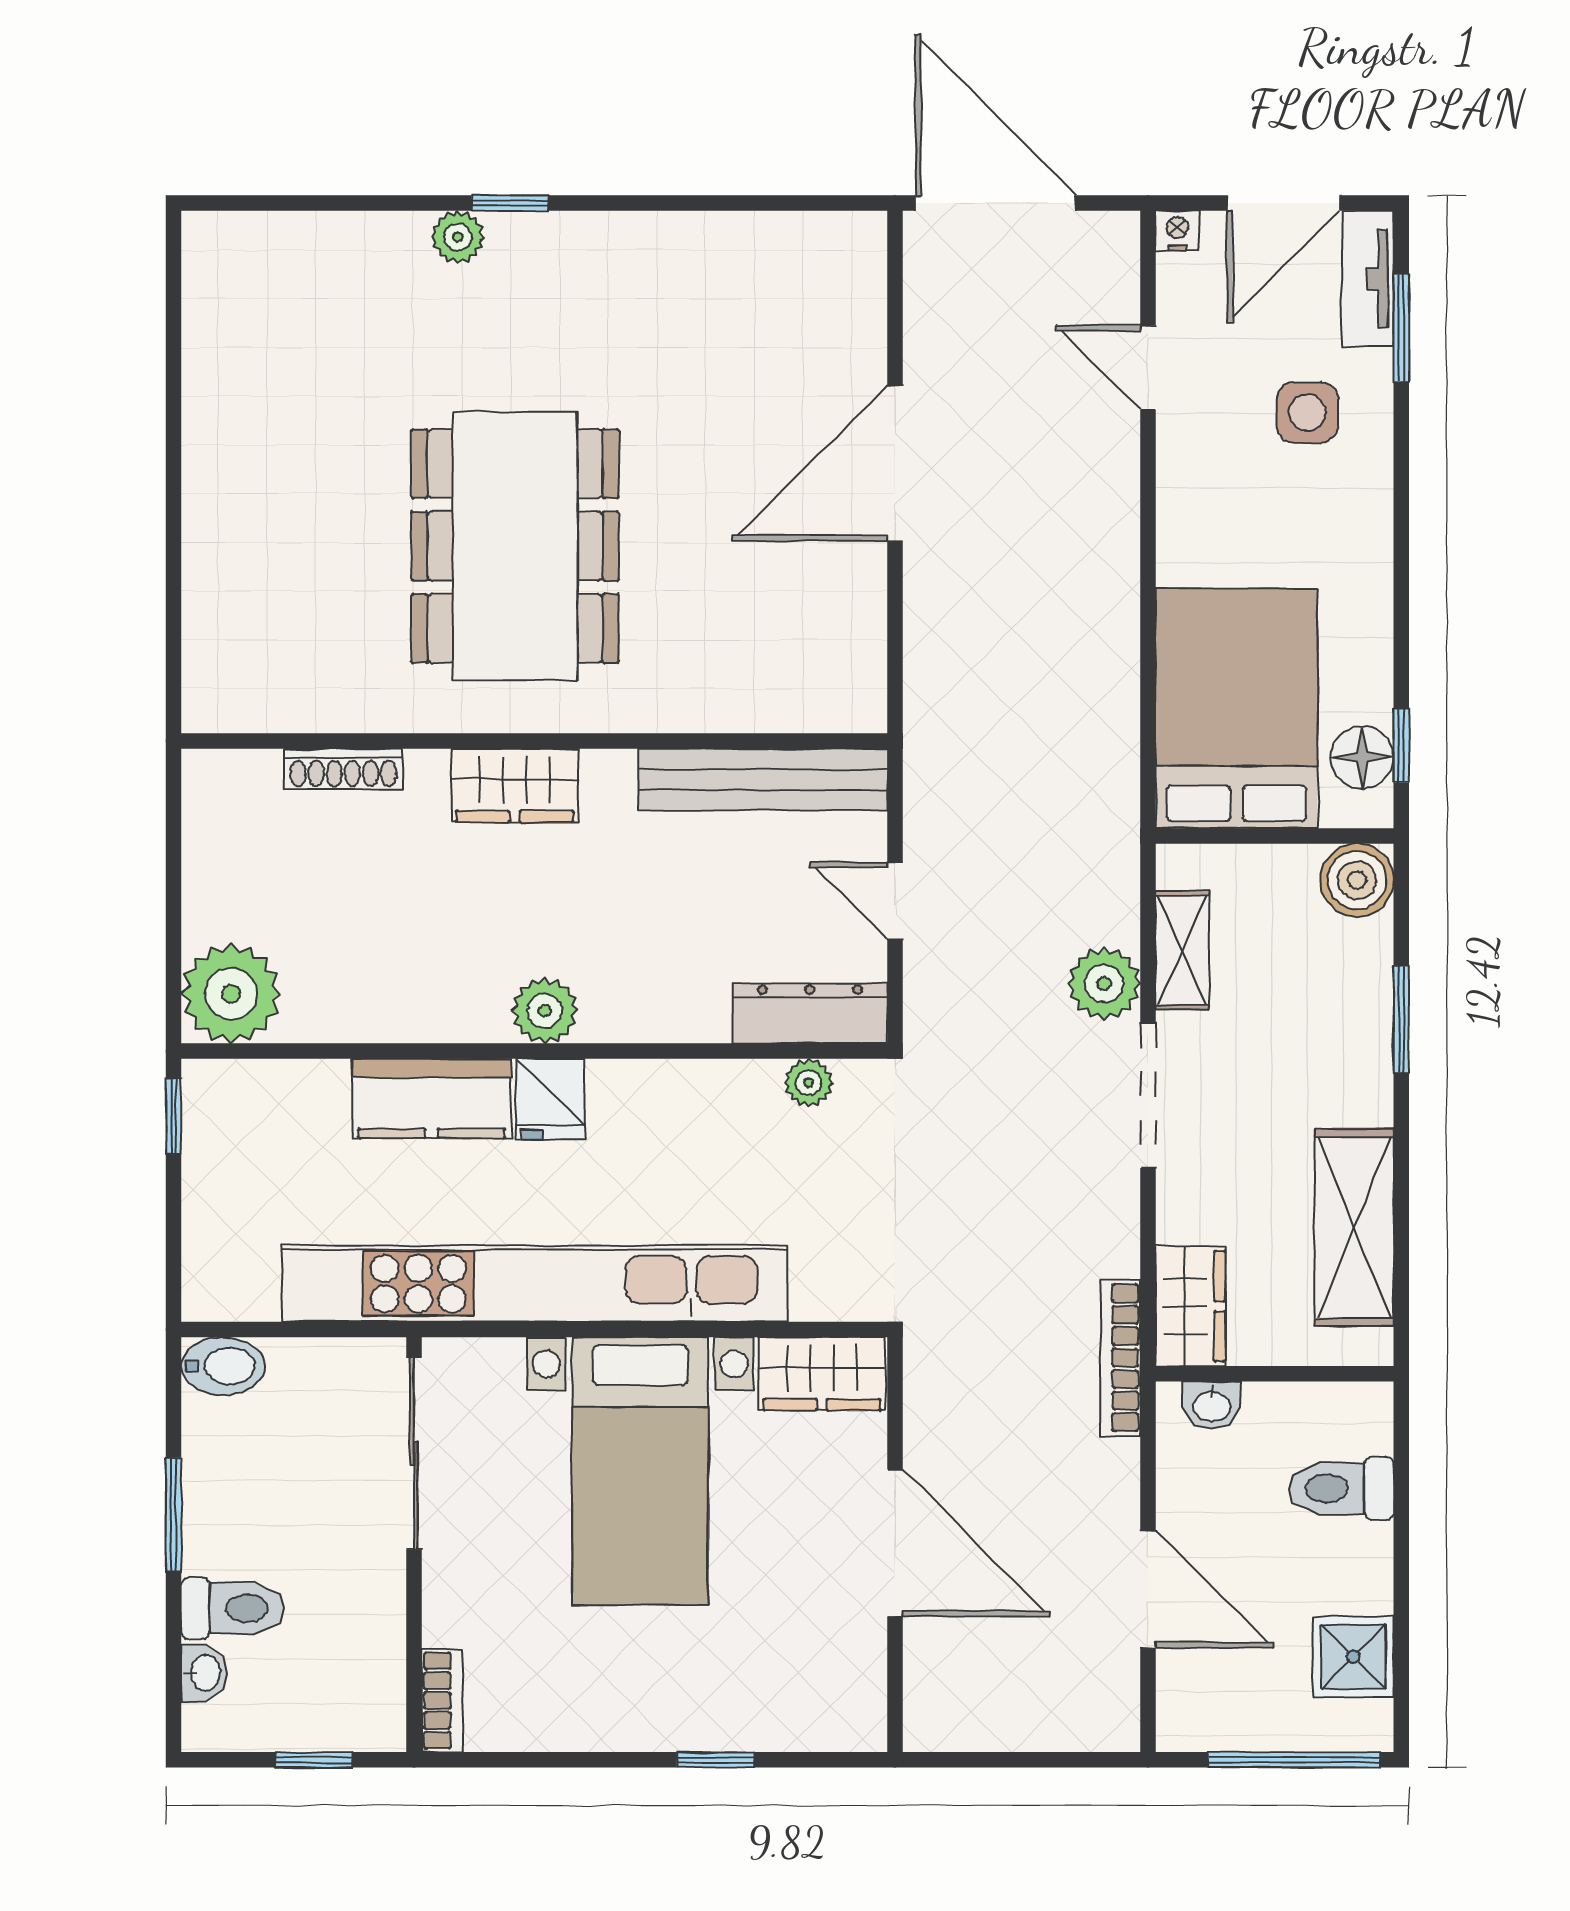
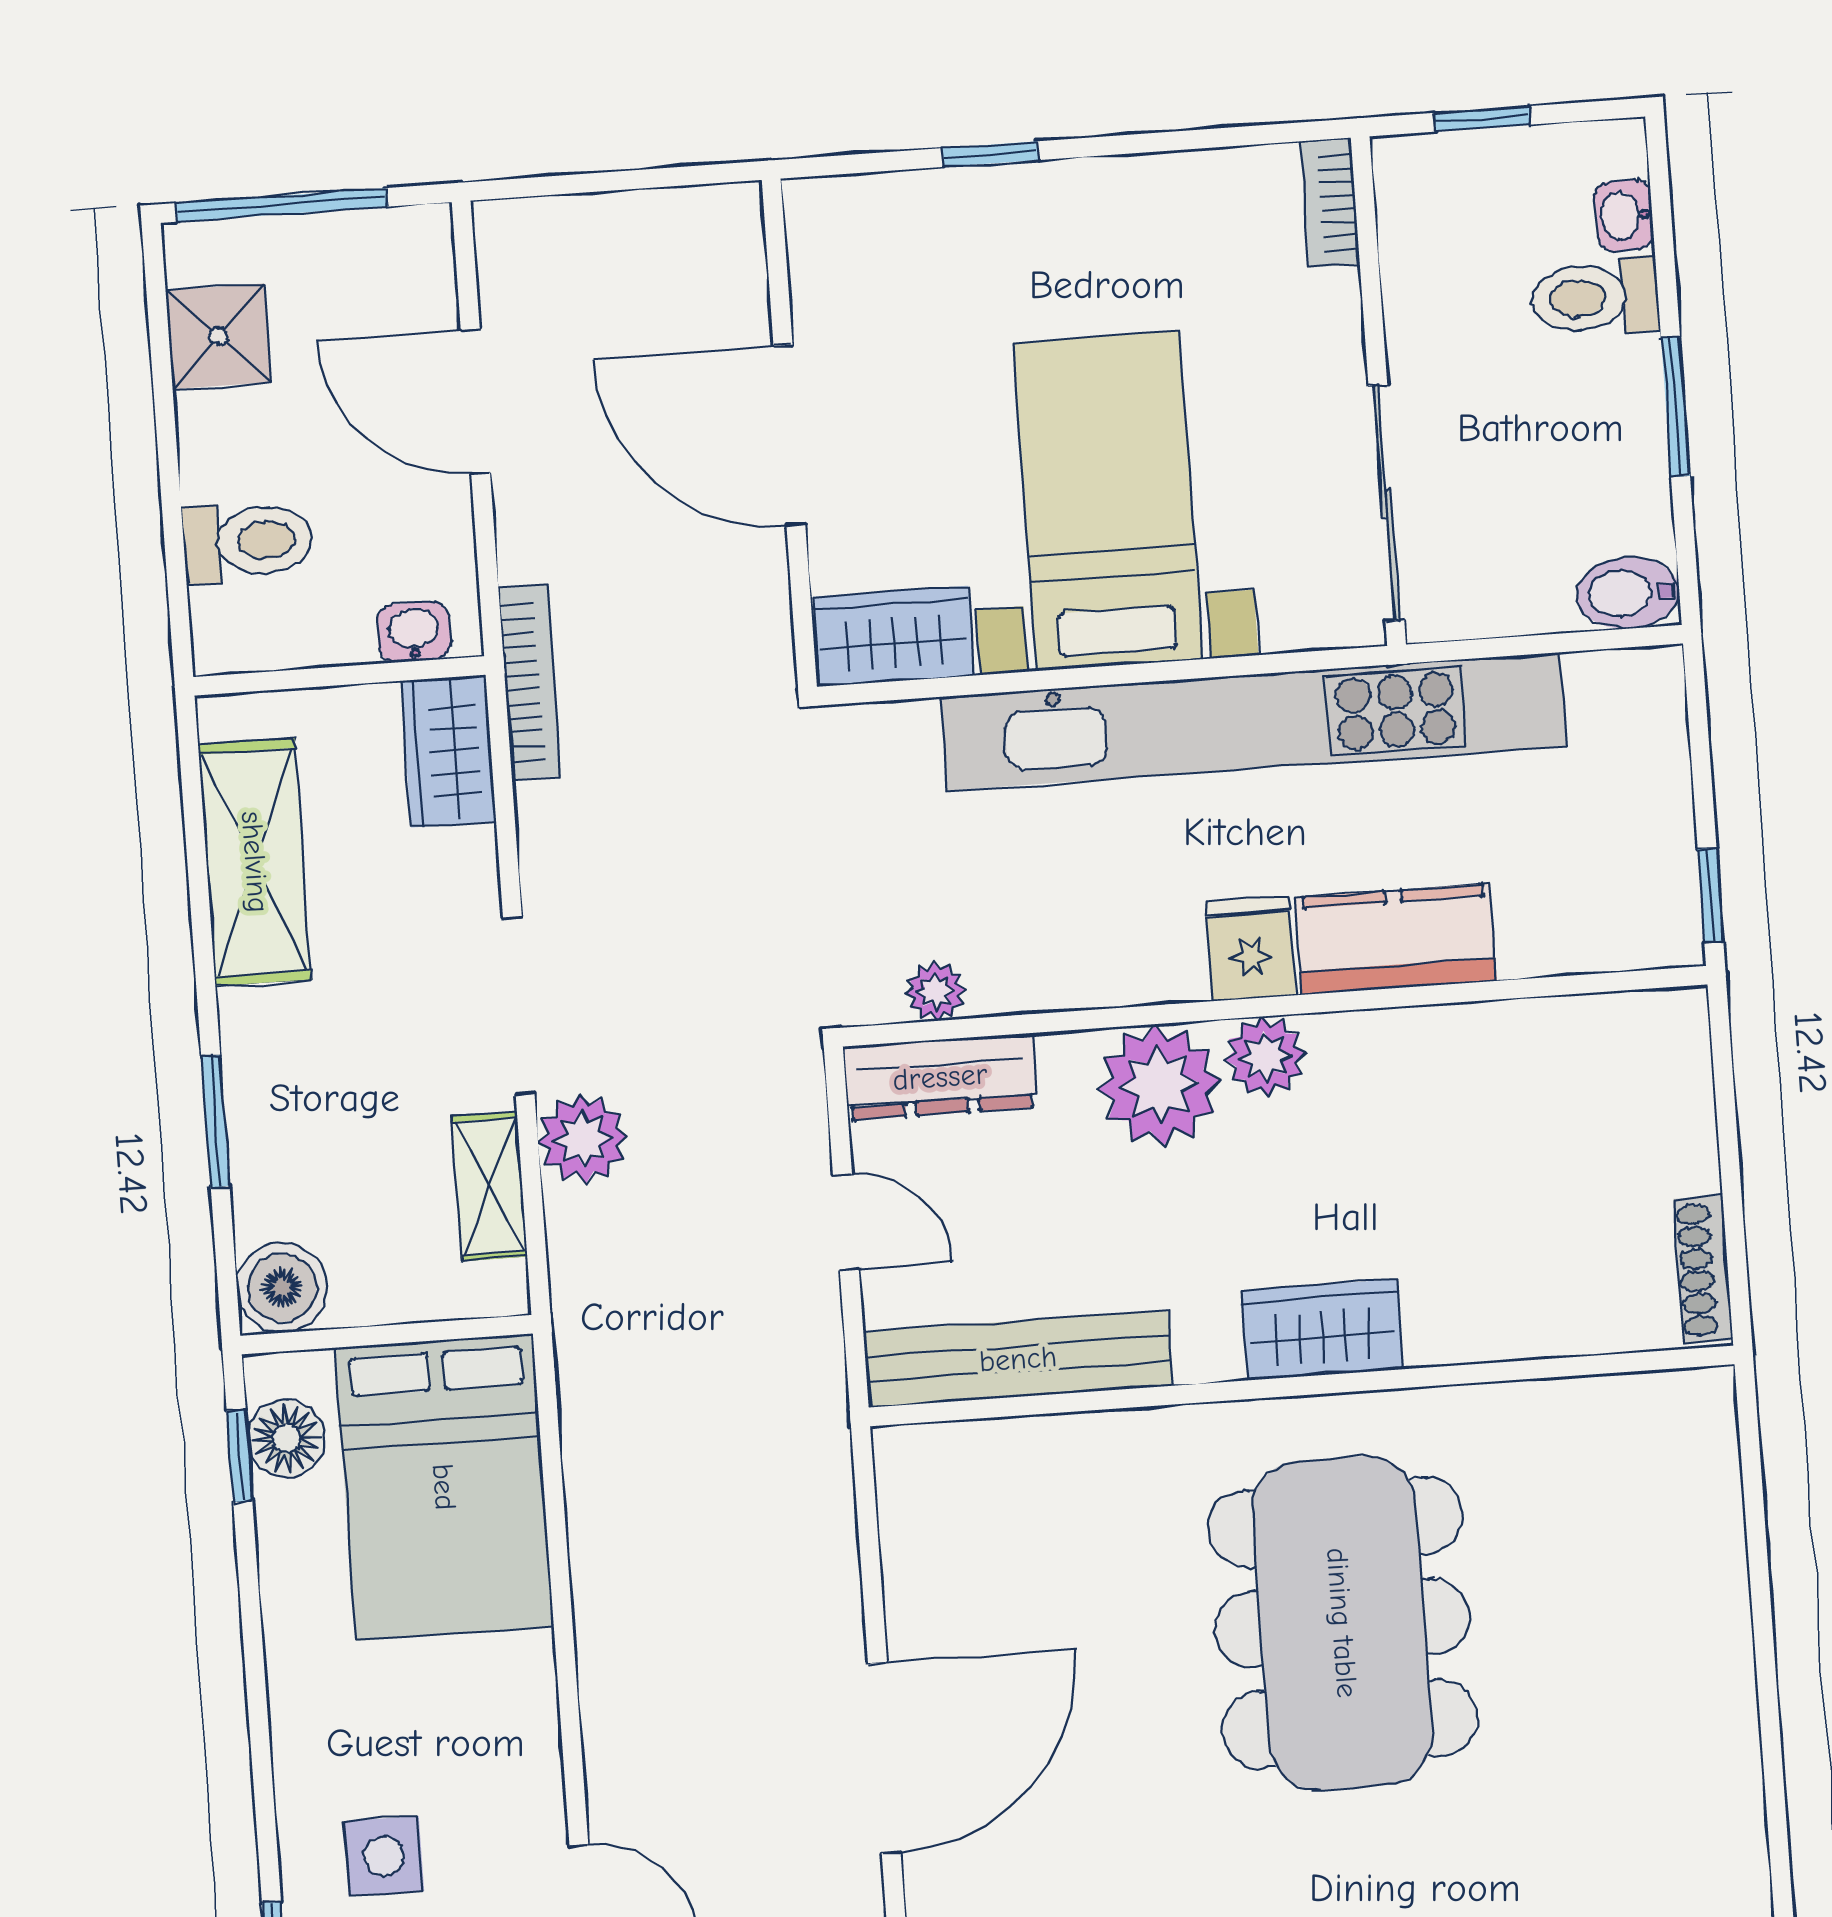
shoe rack: (343, 769) -> (1703, 1270), moved, turned -90
plant: (231, 994) -> (1159, 1085), moved

